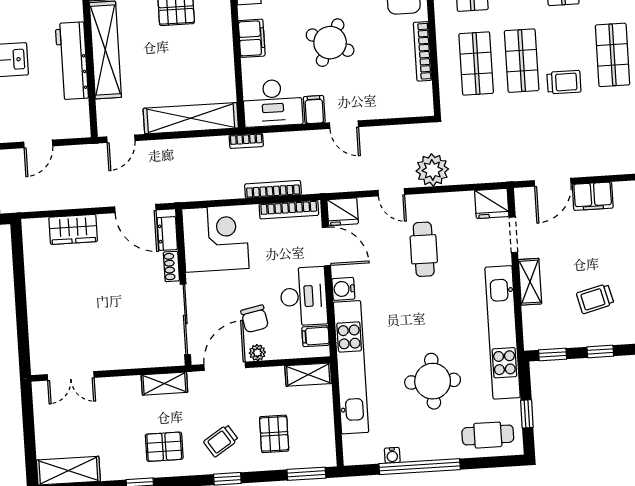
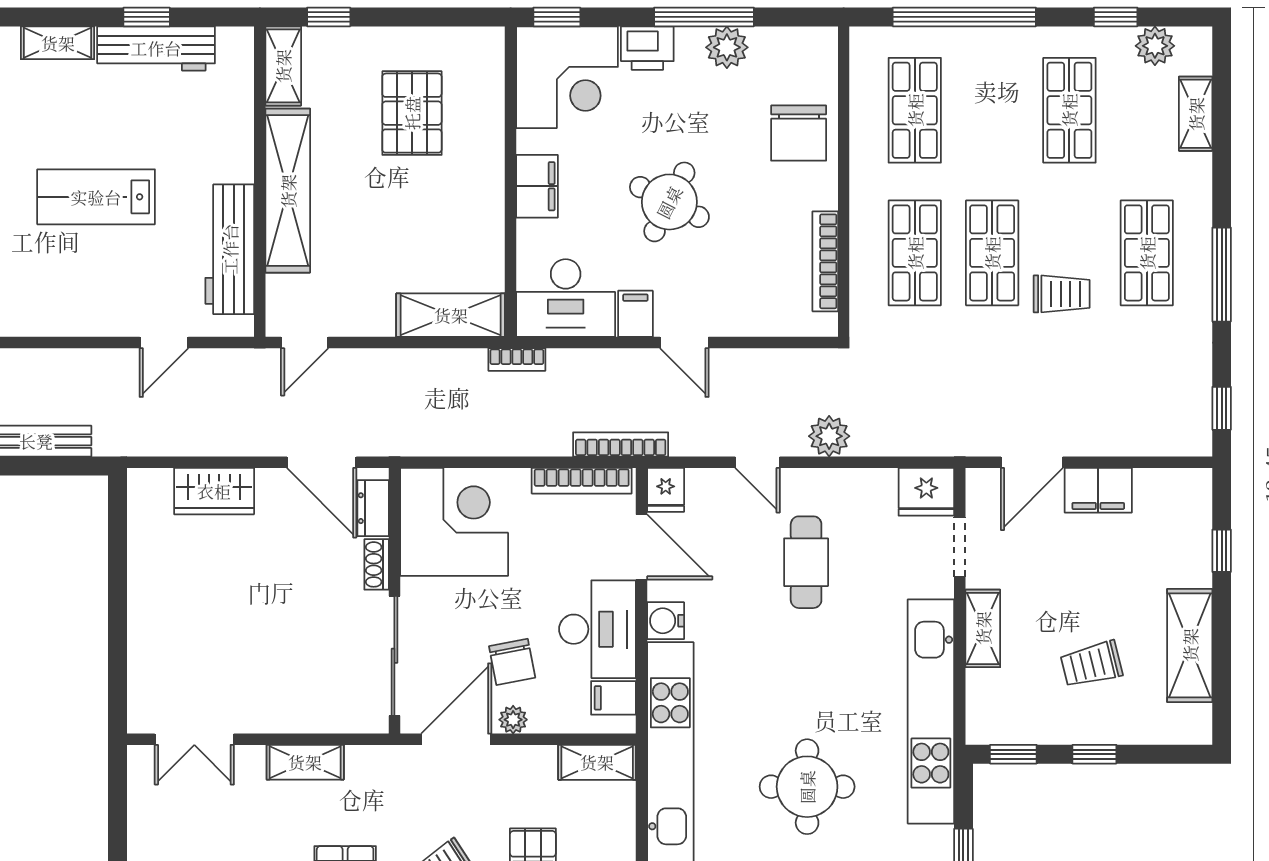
bookcase: (423, 51) -> (825, 261), moved
workbench: (72, 61) -> (230, 249), moved
shelving: (191, 118) -> (451, 315), width x0.68
plant: (432, 170) -> (829, 436), width x0.73, depth x0.73
bookcase: (273, 189) -> (621, 444), moved
fridge: (343, 212) -> (666, 490), width x0.72
shelving: (164, 384) -> (305, 762), moved

